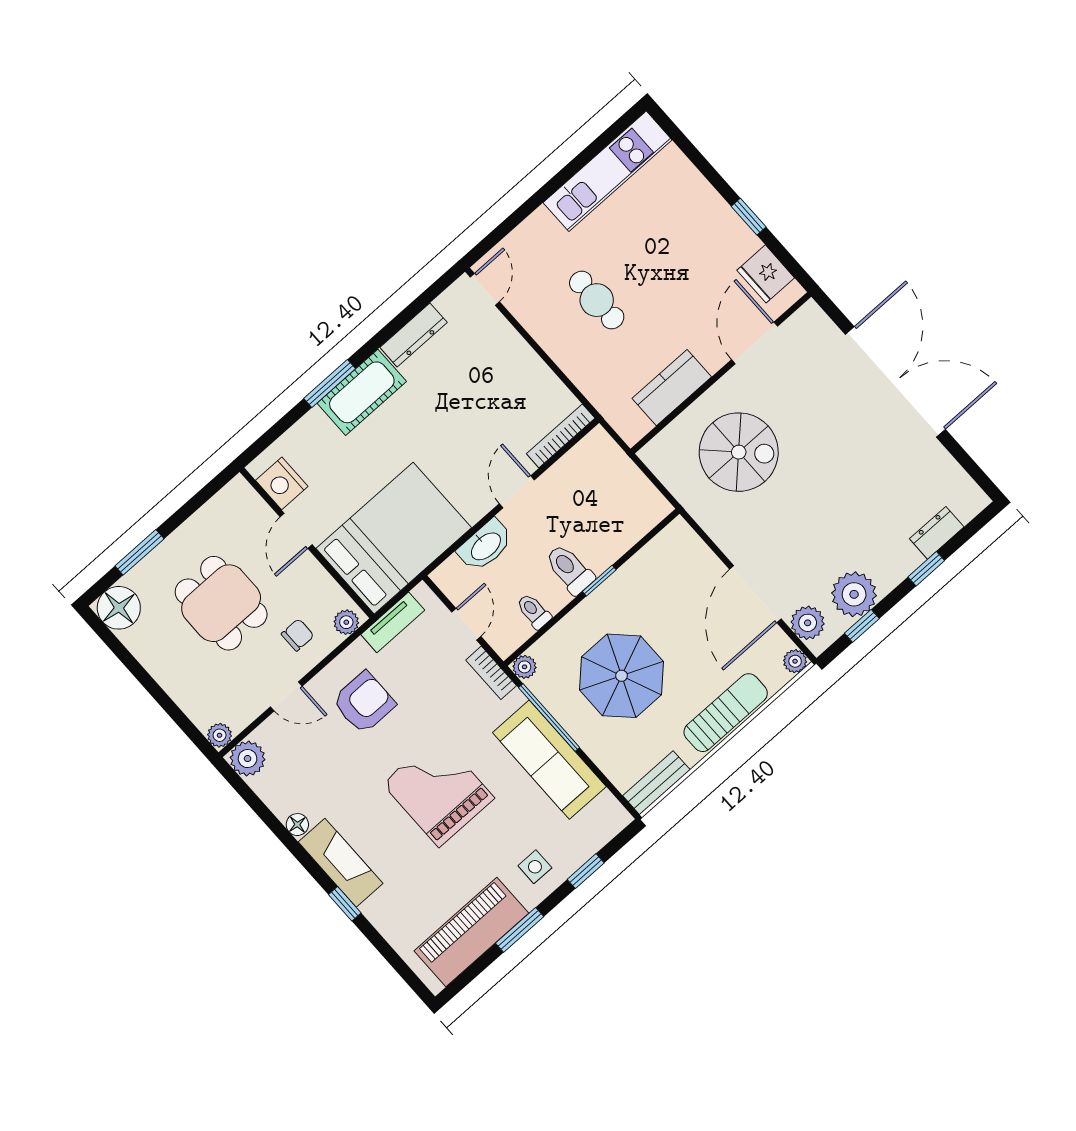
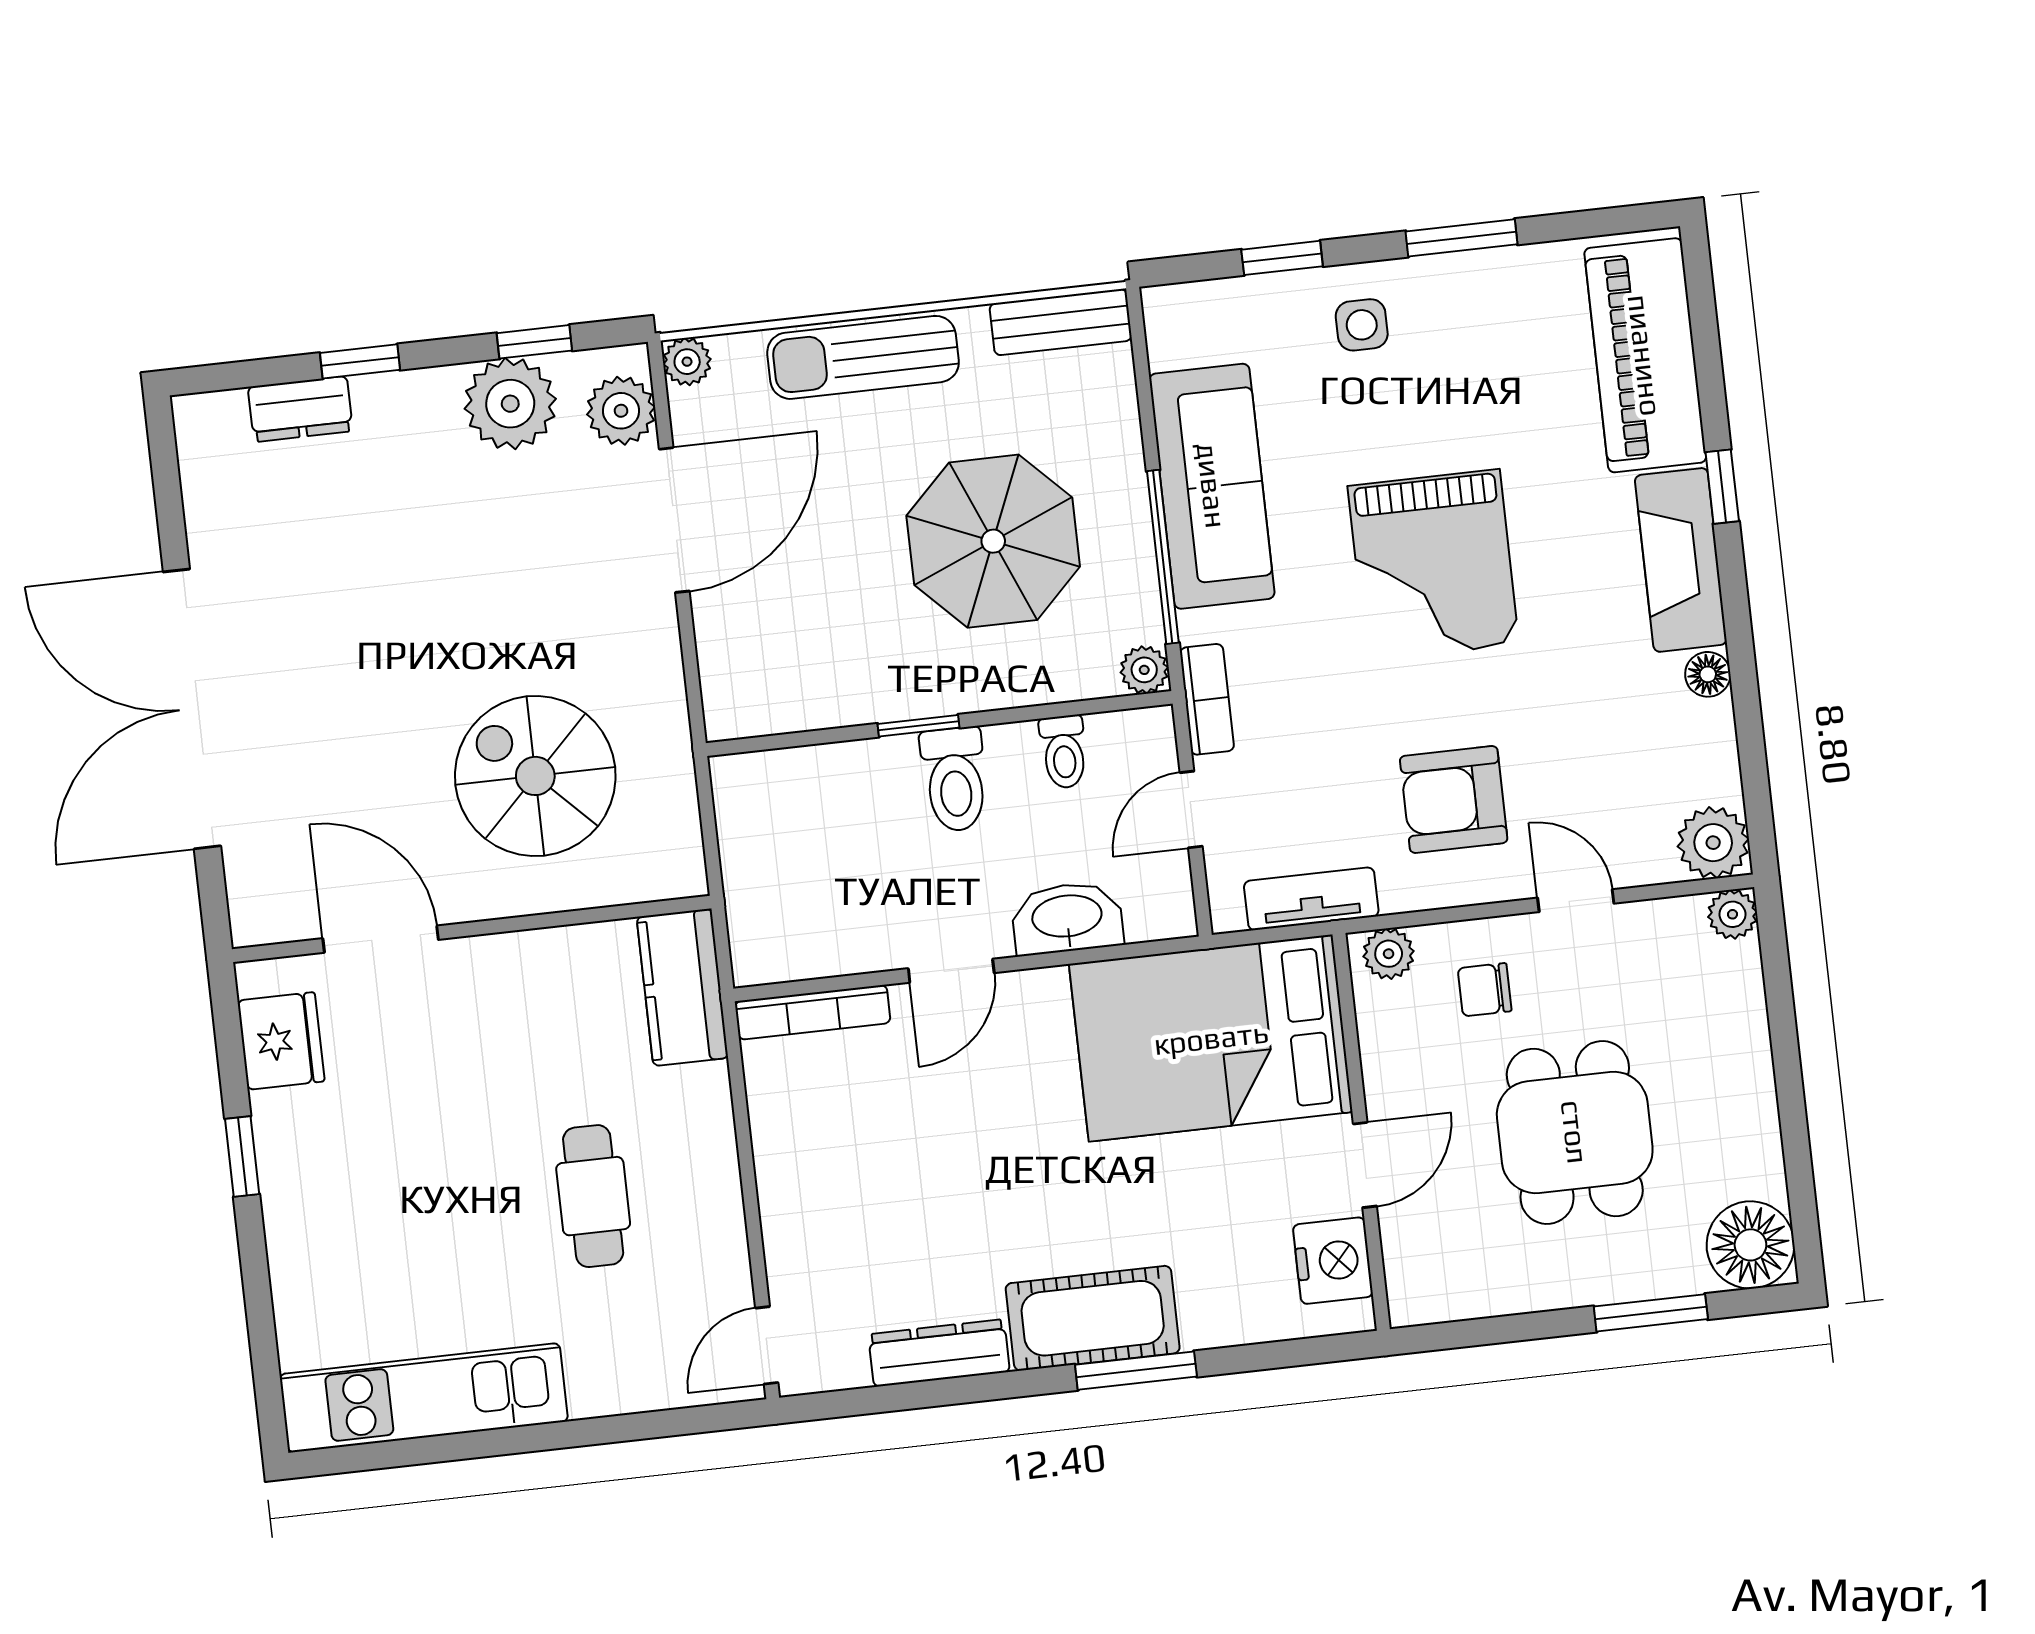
door: (755, 343) -> (381, 939), swing flipped
kitchen counter: (672, 388) -> (682, 987), moved, turned 90
piano: (471, 932) -> (1645, 355), moved, turned 90

